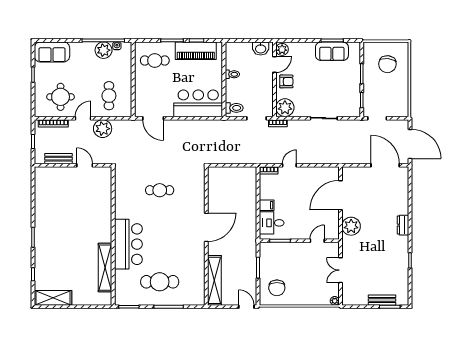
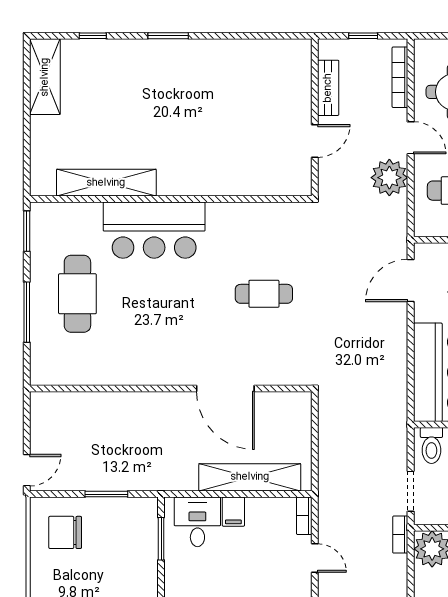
cafe table: (160, 190) -> (264, 294), turned 90
door: (206, 227) -> (225, 389), moved
shelving: (214, 280) -> (250, 477), moved

